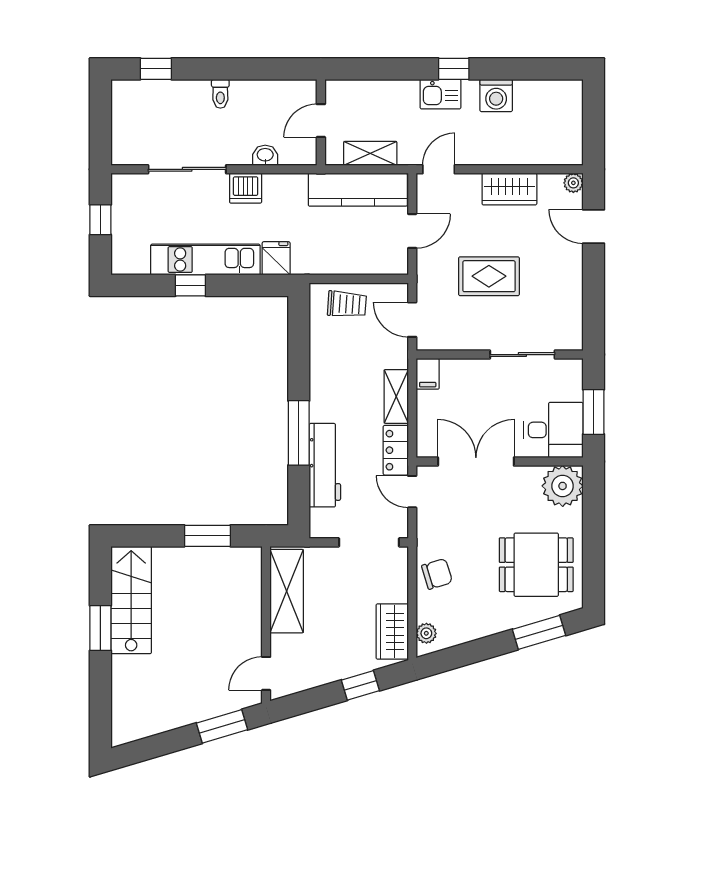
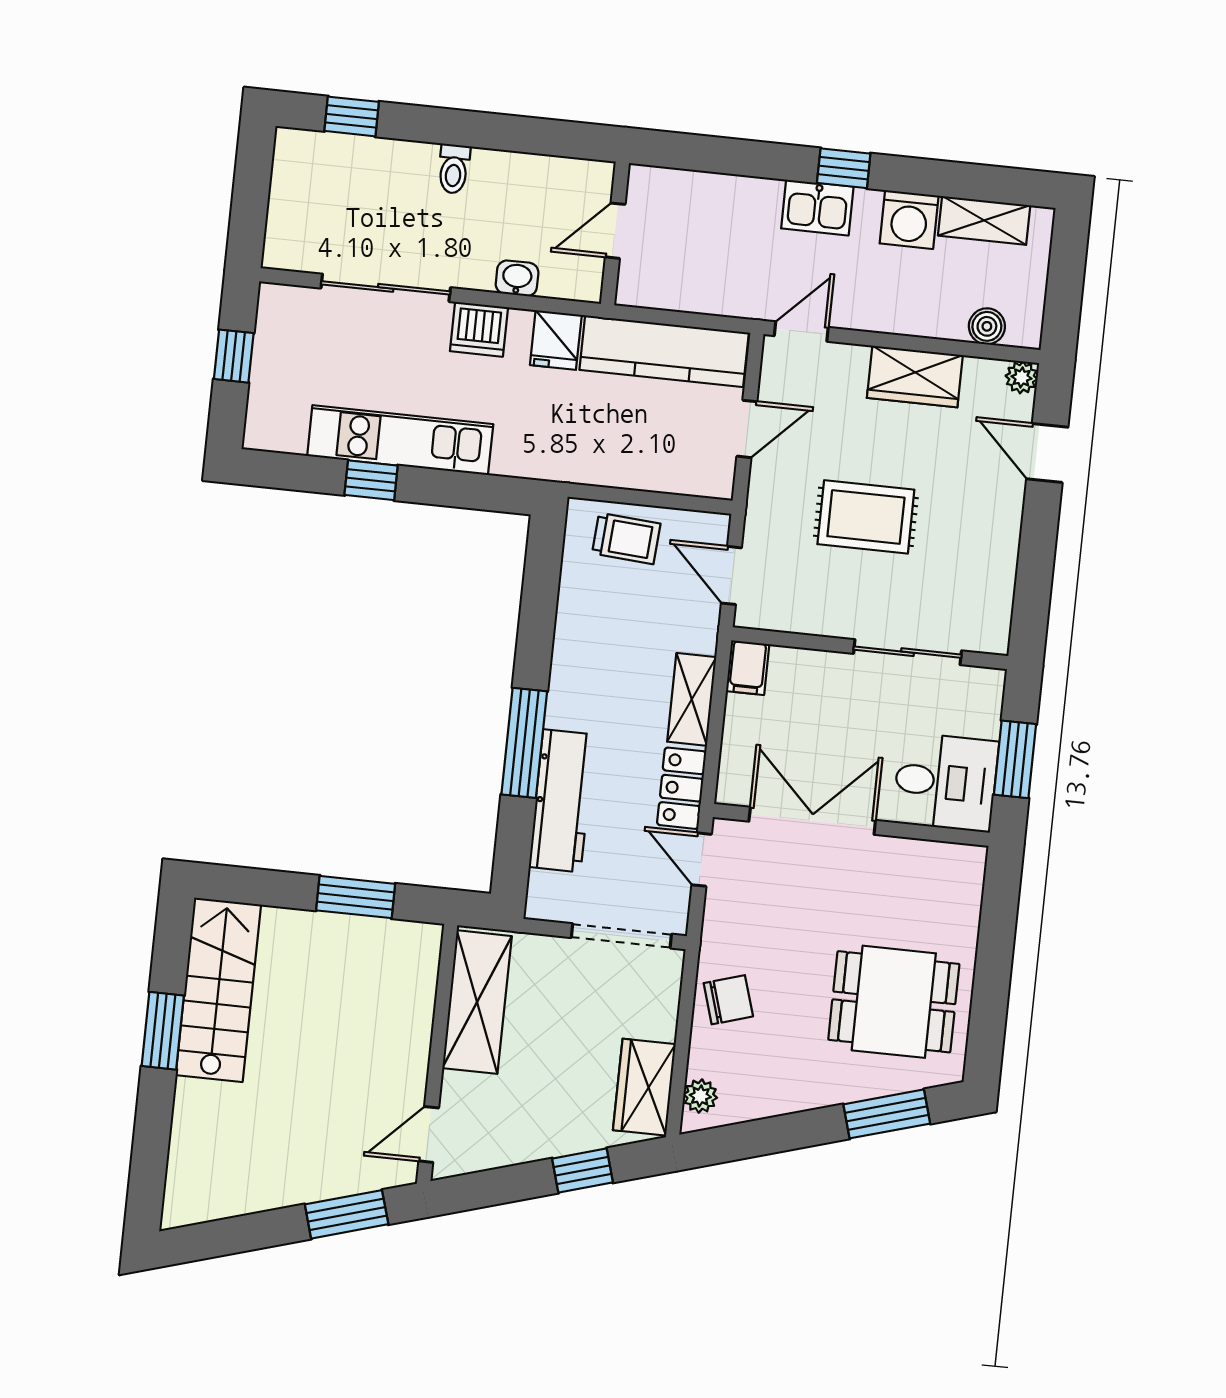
shelving: (370, 153) -> (984, 220), moved
boiler: (549, 155) -> (987, 326), added
fridge: (276, 258) -> (556, 340), moved, turned 180
plant: (563, 486) -> (951, 876), removed

